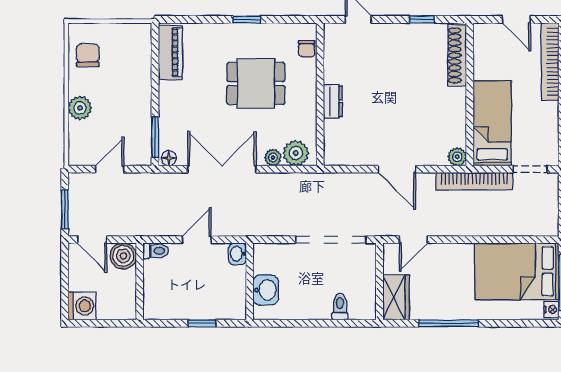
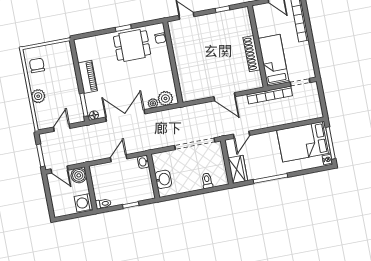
piano: (170, 52) -> (88, 77), moved
shoe rack: (457, 55) -> (252, 54), moved
dining table: (256, 84) -> (132, 46), moved
dresser: (333, 101) -> (181, 65), removed
plant: (457, 157) -> (257, 83), removed
toilet: (156, 251) -> (103, 204), moved
washing machine: (82, 306) -> (83, 203), moved, turned 180

